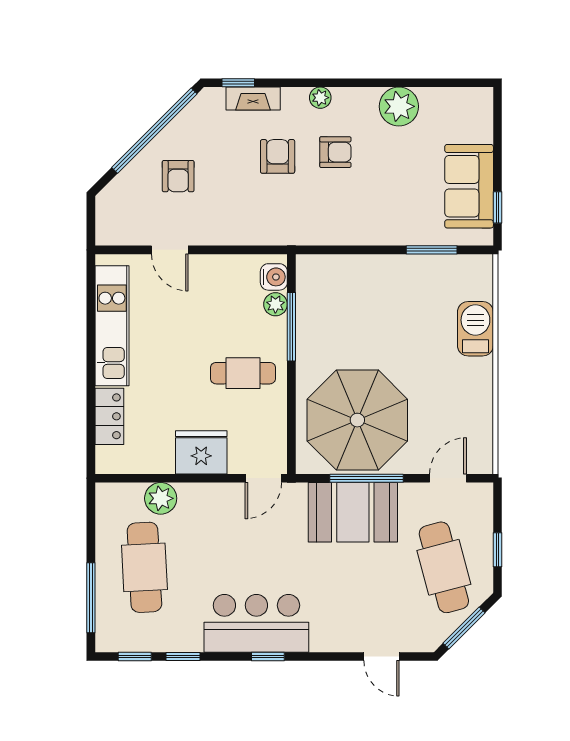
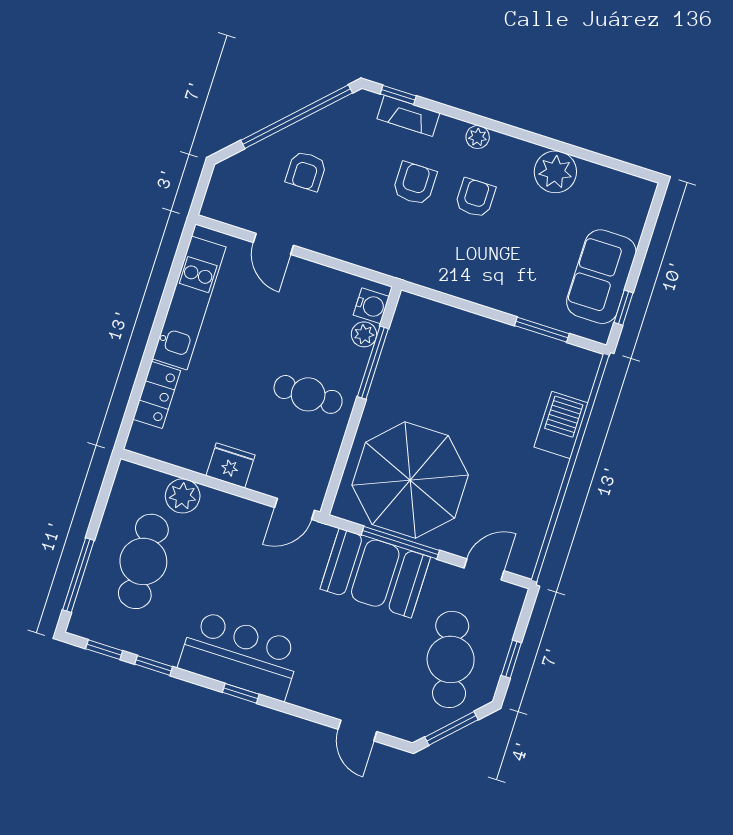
armchair: (335, 152) -> (475, 198), turned -90
fridge: (201, 452) -> (231, 465), width x0.73, depth x0.75

